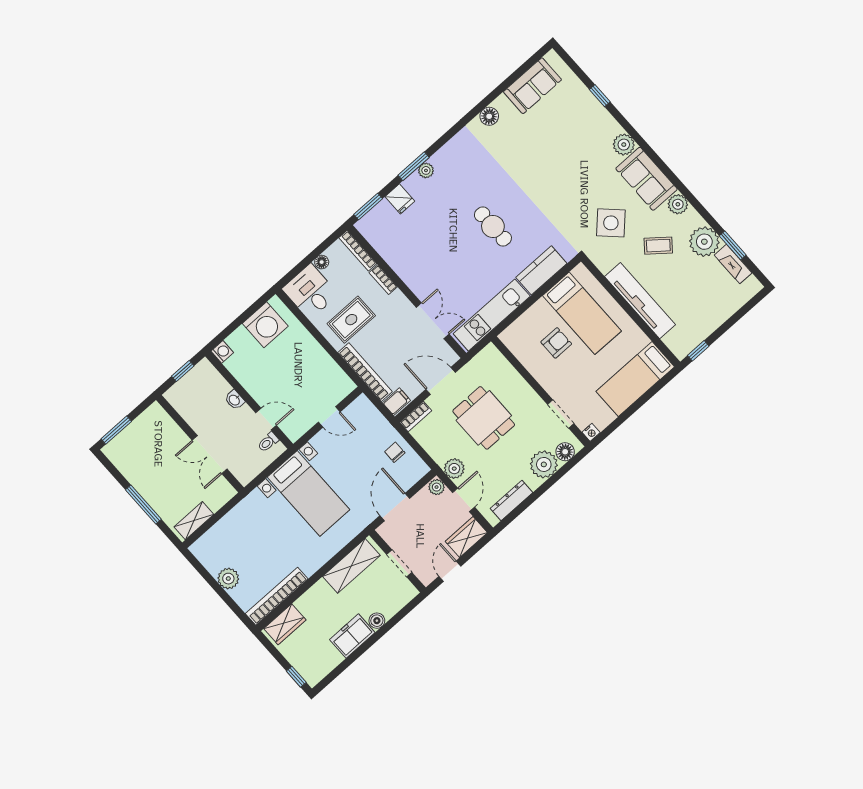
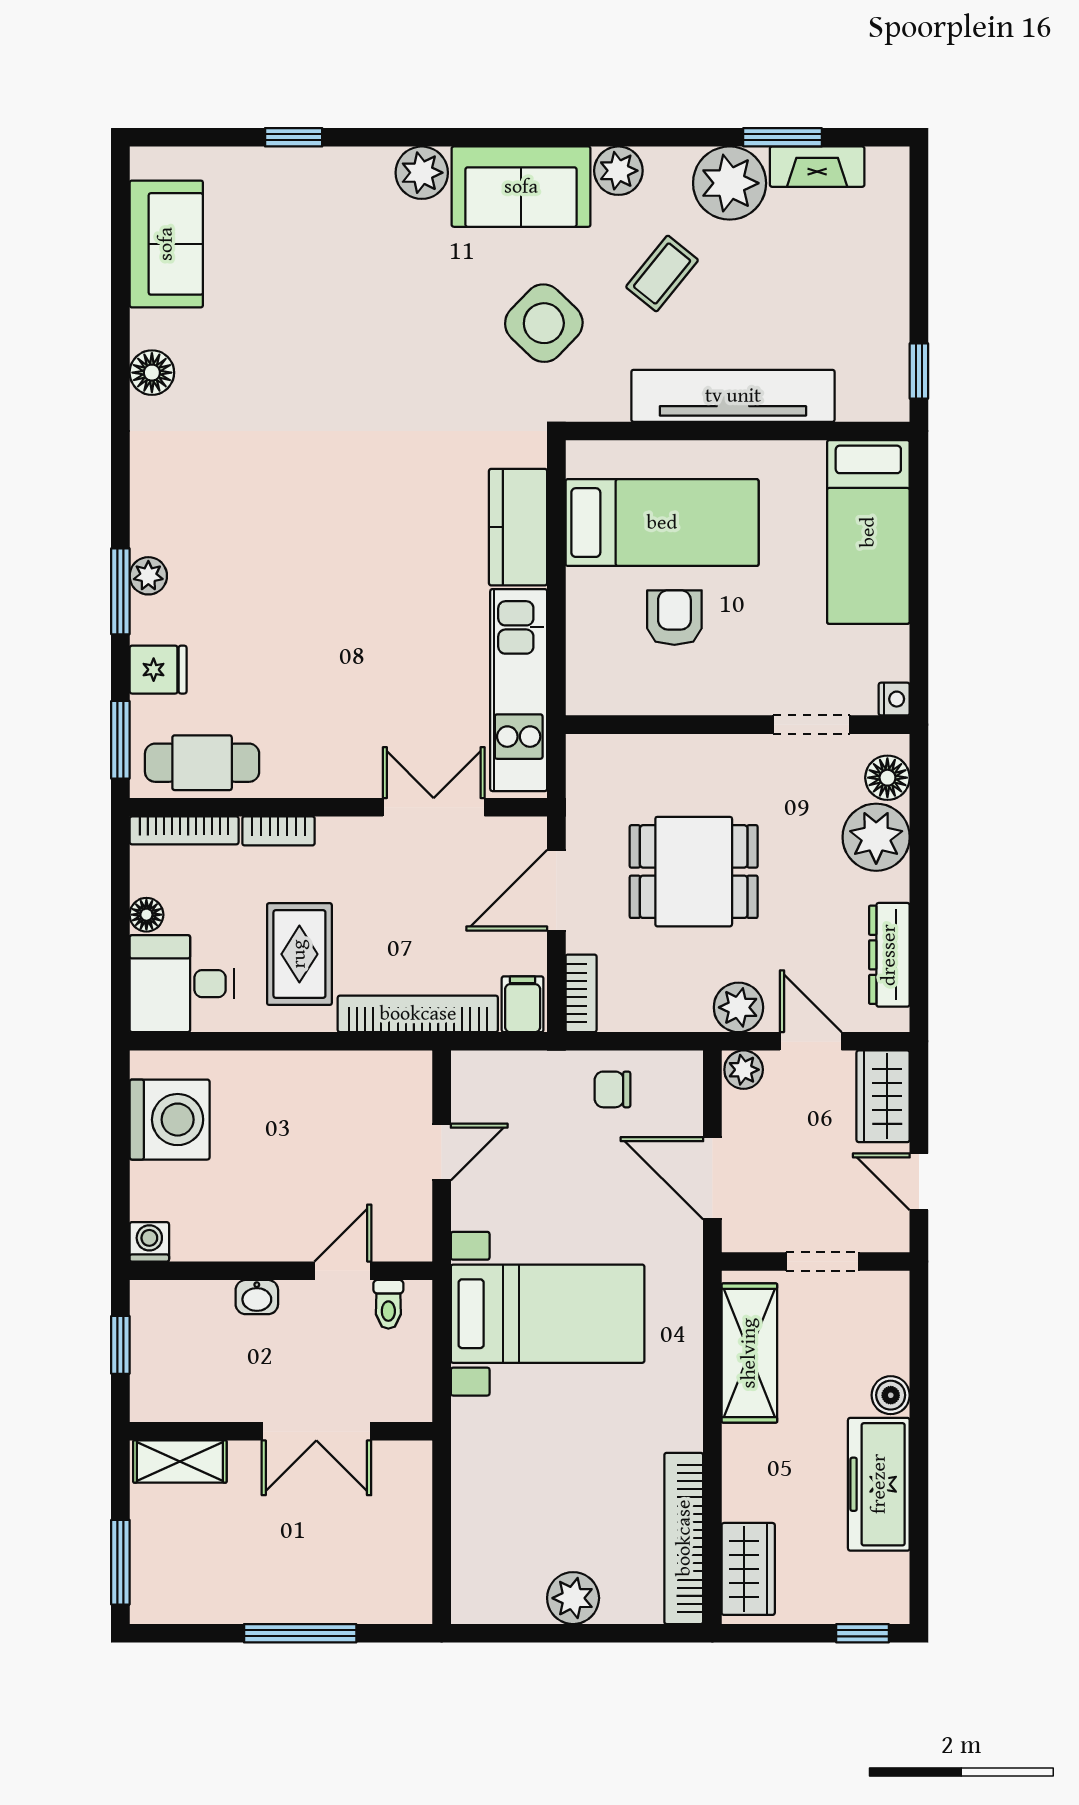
cafe table: (493, 226) -> (202, 763), moved
shelving: (194, 521) -> (180, 1462), moved, turned 90
freezer: (352, 636) -> (879, 1484), width x1.40

